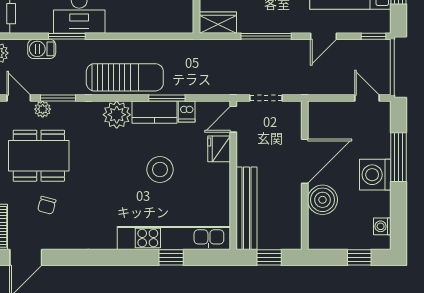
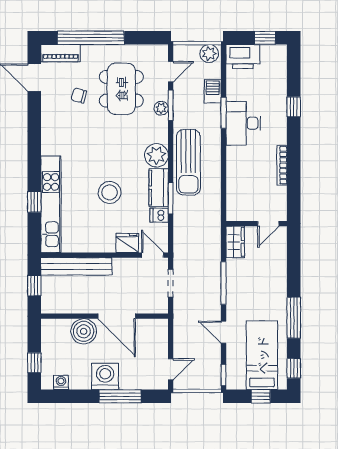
plant: (43, 109) -> (161, 108), moved

